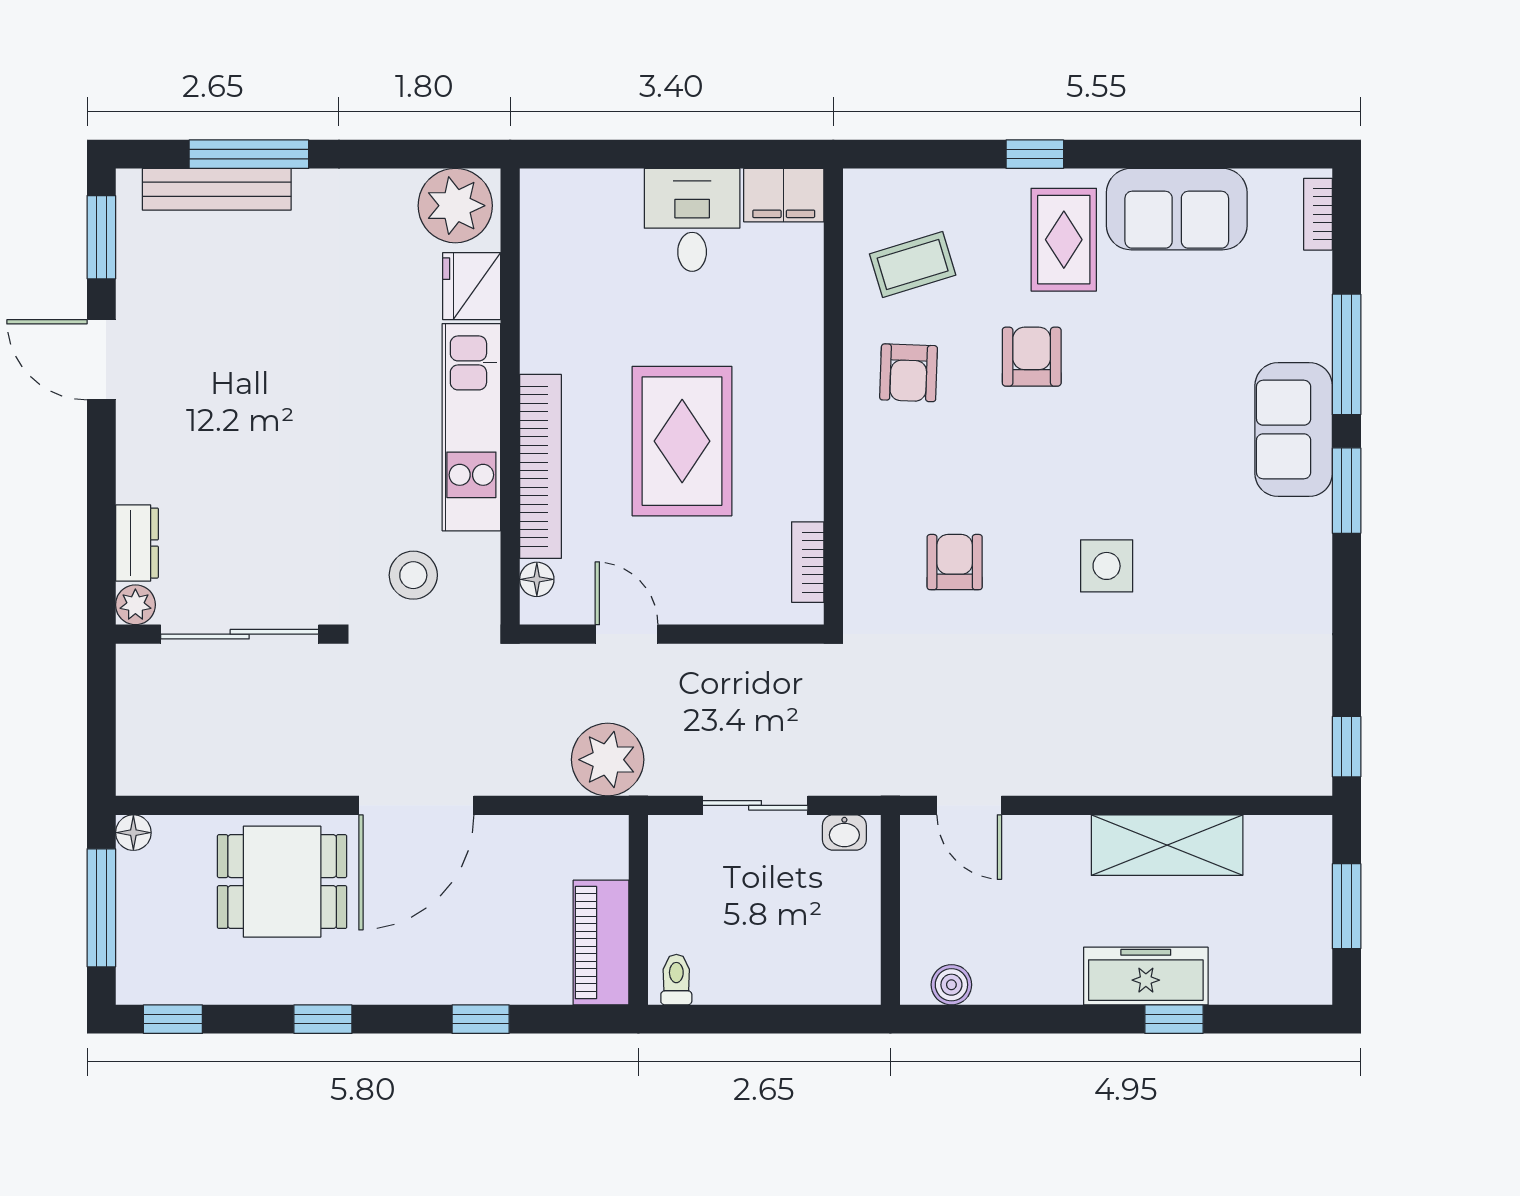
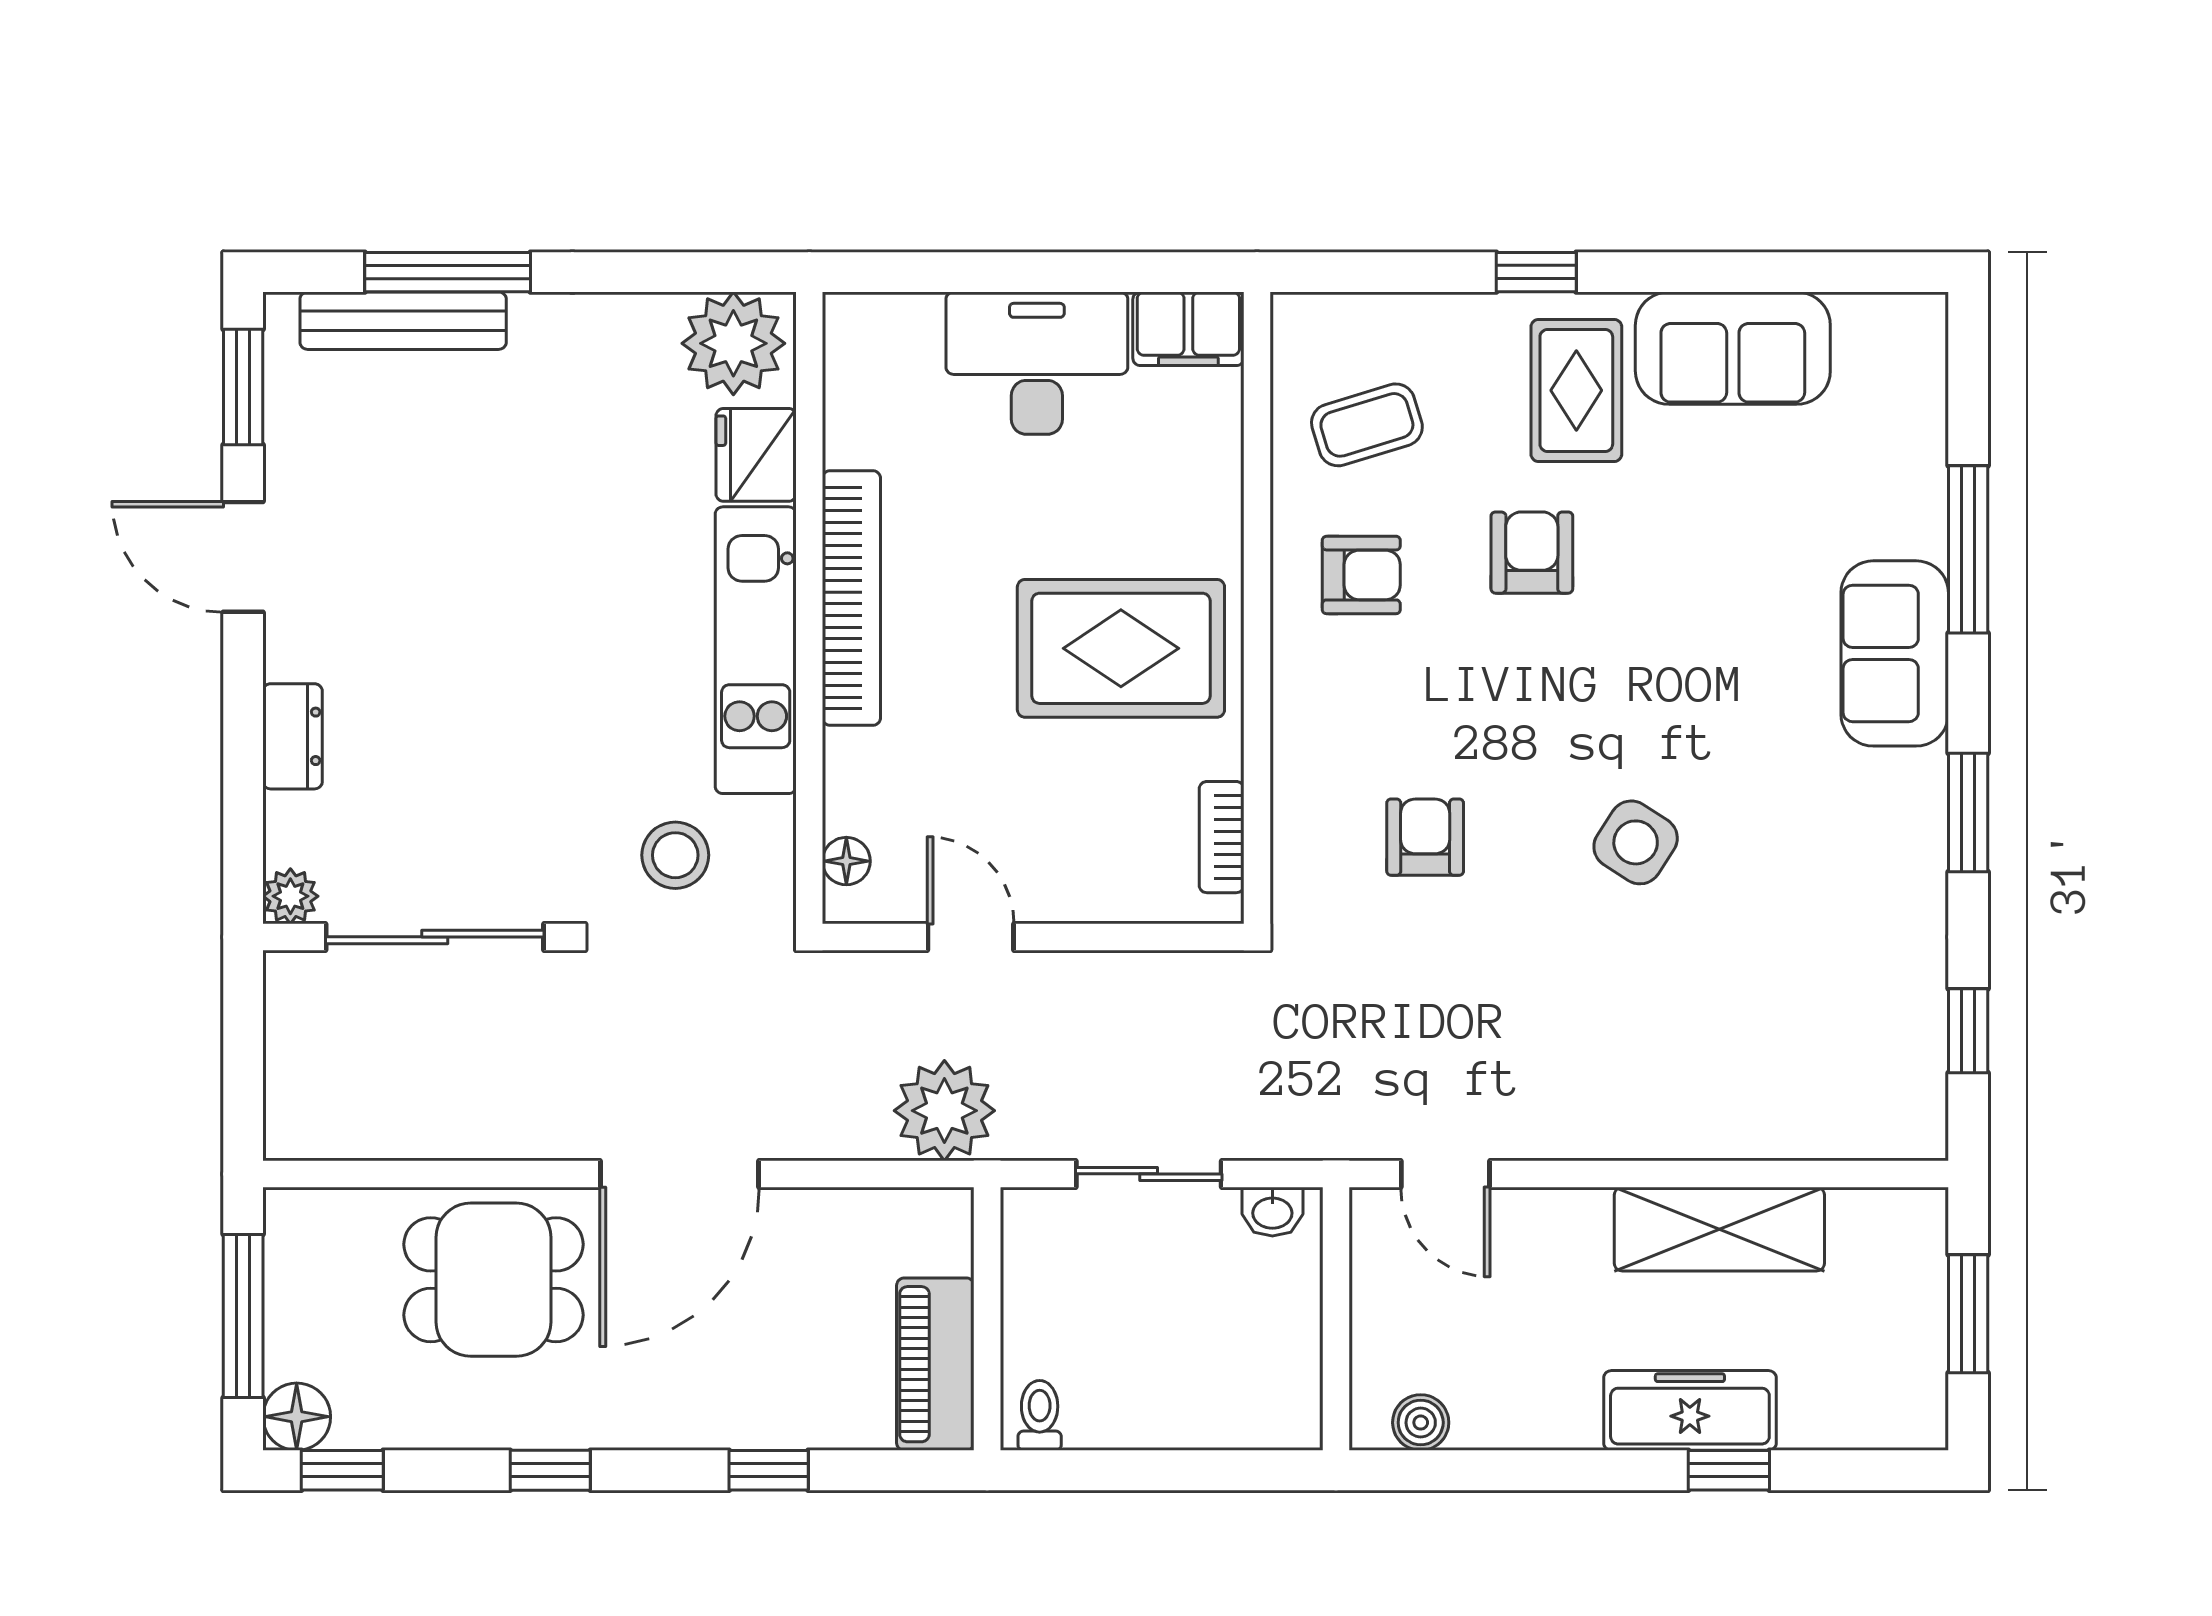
bookcase: (1318, 214) -> (1928, 355), removed
desk: (692, 220) -> (1037, 363), width x1.37
armchair: (909, 373) -> (1361, 575), turned -92
rug: (682, 441) -> (1121, 648), moved, turned 90
bookcase: (540, 466) -> (851, 598), moved
window: (1347, 491) -> (1968, 812), moved
dresser: (137, 543) -> (293, 736), moved
side table: (1107, 566) -> (1636, 842), turned 33
window: (1347, 747) -> (1968, 1031), moved
floor lamp: (133, 833) -> (297, 1417), moved, width x1.37, depth x1.37

